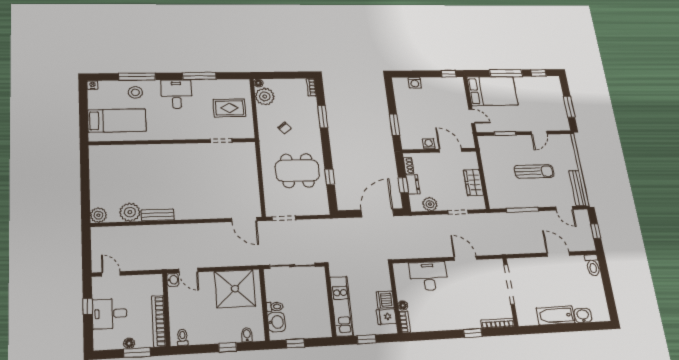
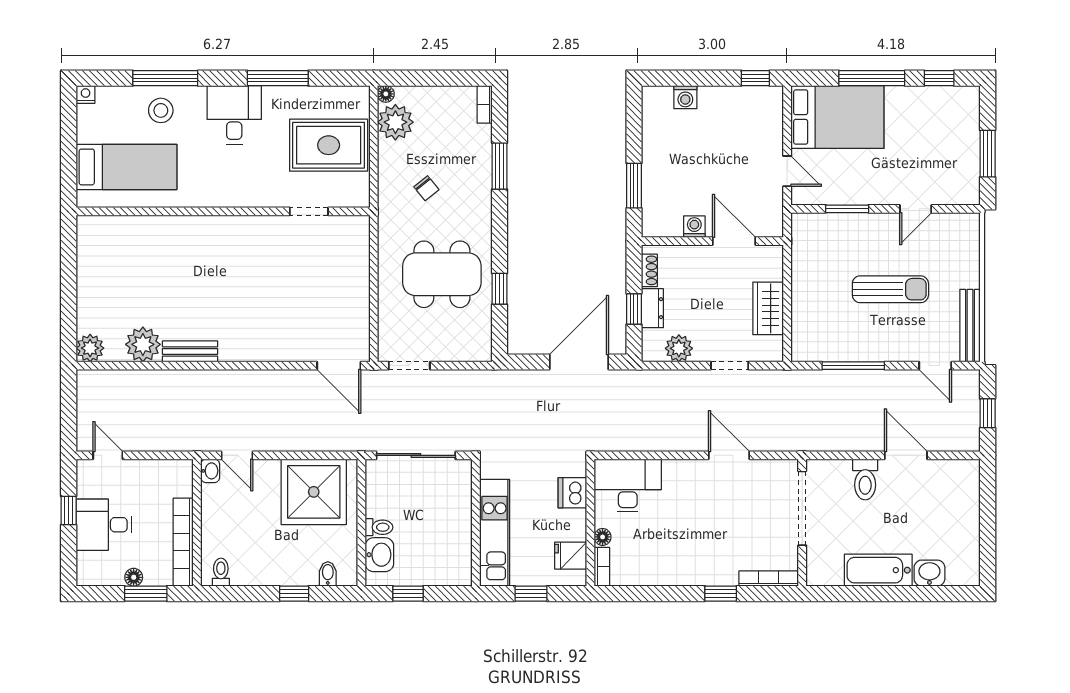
rug: (229, 108) -> (329, 145), width x1.36, depth x1.43
toilet: (593, 265) -> (865, 480), moved
desk: (429, 276) -> (628, 485), moved
dishwasher: (385, 300) -> (572, 493), moved

